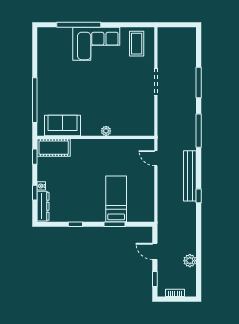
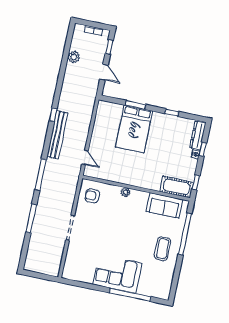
coffee table: (137, 44) -> (163, 249), moved
armchair: (140, 120) -> (92, 196), added
bed: (116, 199) -> (134, 129), width x1.50

